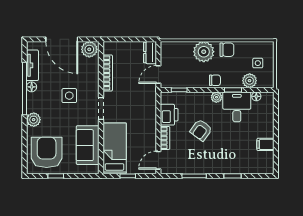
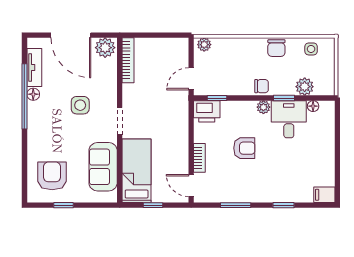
chair: (227, 50) -> (276, 48), turned 90
plant: (204, 52) -> (204, 45), moved, width x0.53, depth x0.53
dresser: (150, 53) -> (181, 52), removed
side table: (258, 63) -> (311, 49), moved
bookcase: (108, 73) -> (128, 60), moved
printer: (169, 115) -> (207, 111), moved, turned 90
plant: (34, 120) -> (36, 135), removed
armchair: (201, 130) -> (244, 148), turned -126
filing cabinet: (265, 144) -> (324, 195), moved
armchair: (47, 152) -> (52, 176), width x0.73, depth x0.73
door: (158, 160) -> (191, 186), hinge flipped

